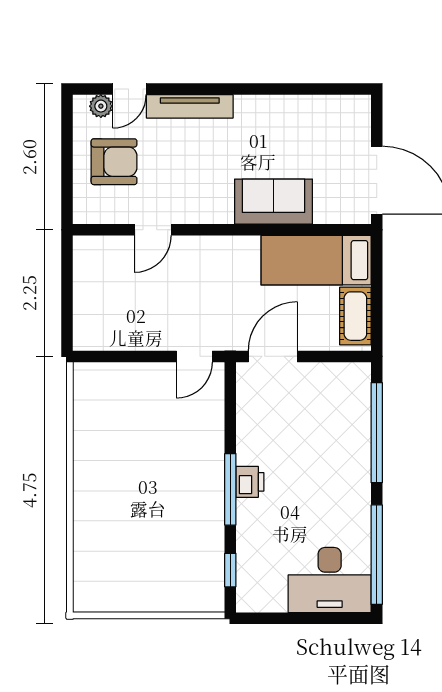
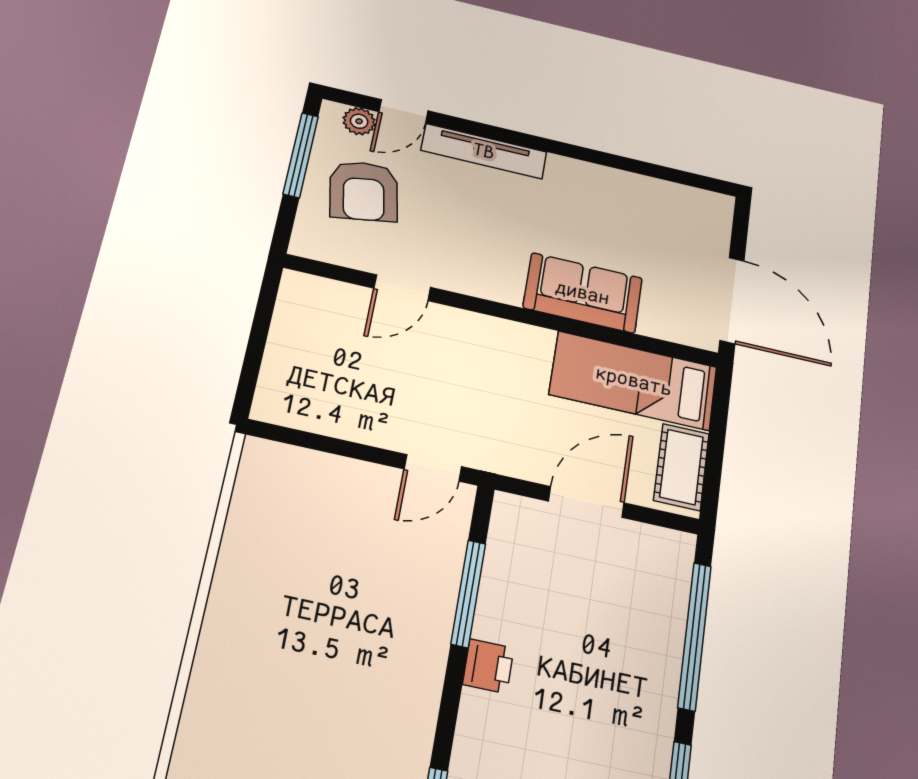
window: (67, 145) -> (301, 155), added
armchair: (114, 162) -> (364, 191), turned 80
door: (273, 356) -> (586, 502), moved
window: (230, 489) -> (468, 594), moved

